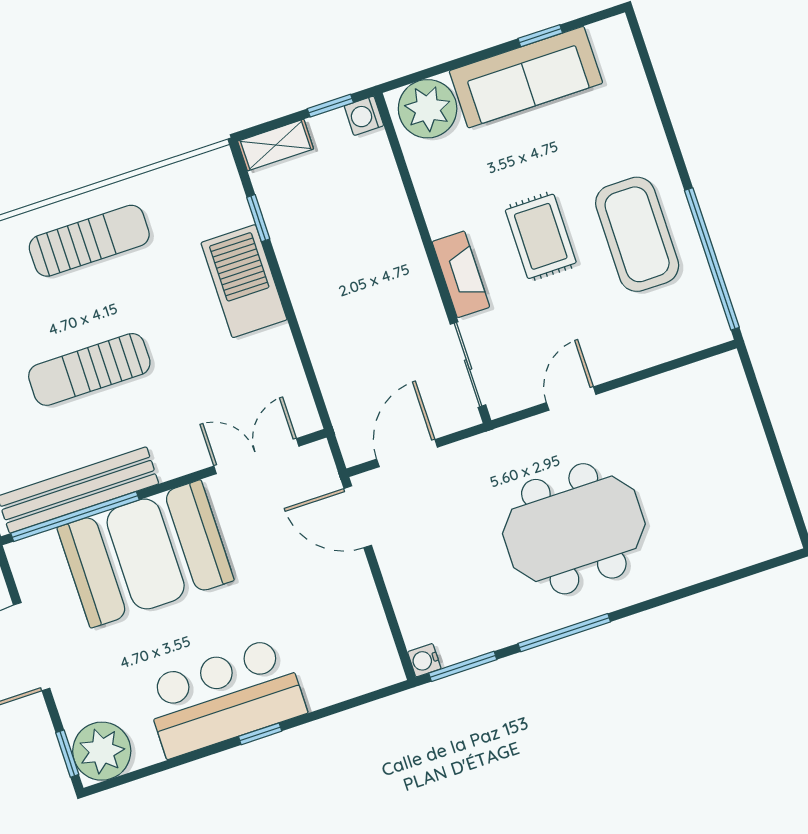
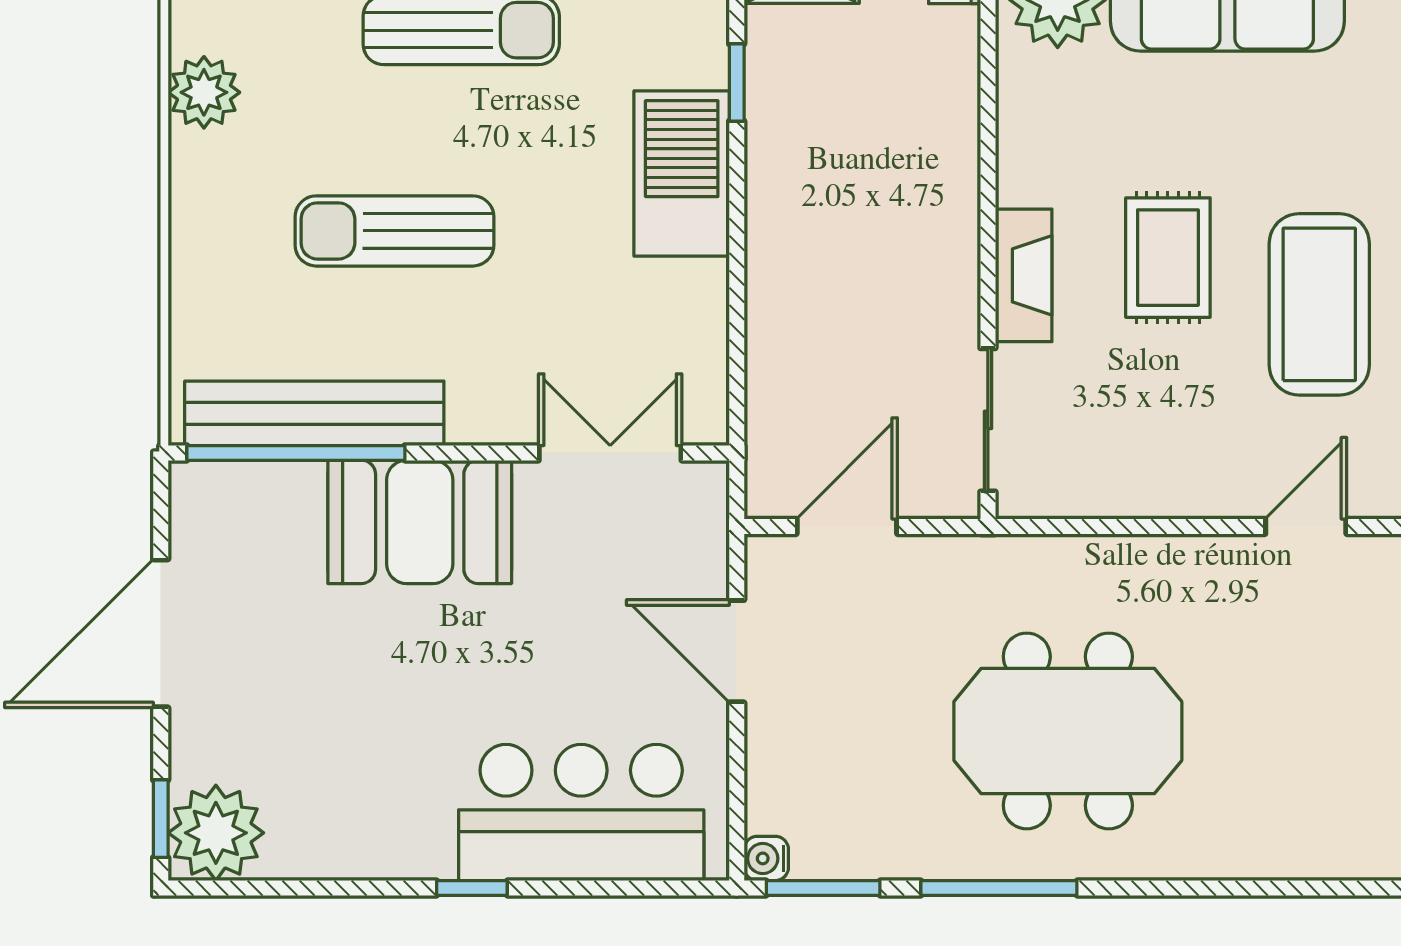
door: (571, 399) -> (1306, 526), moved
door: (358, 517) -> (737, 651), moved
booth: (146, 554) -> (420, 522), width x0.73, depth x0.70
bar counter: (225, 697) -> (581, 813), moved

